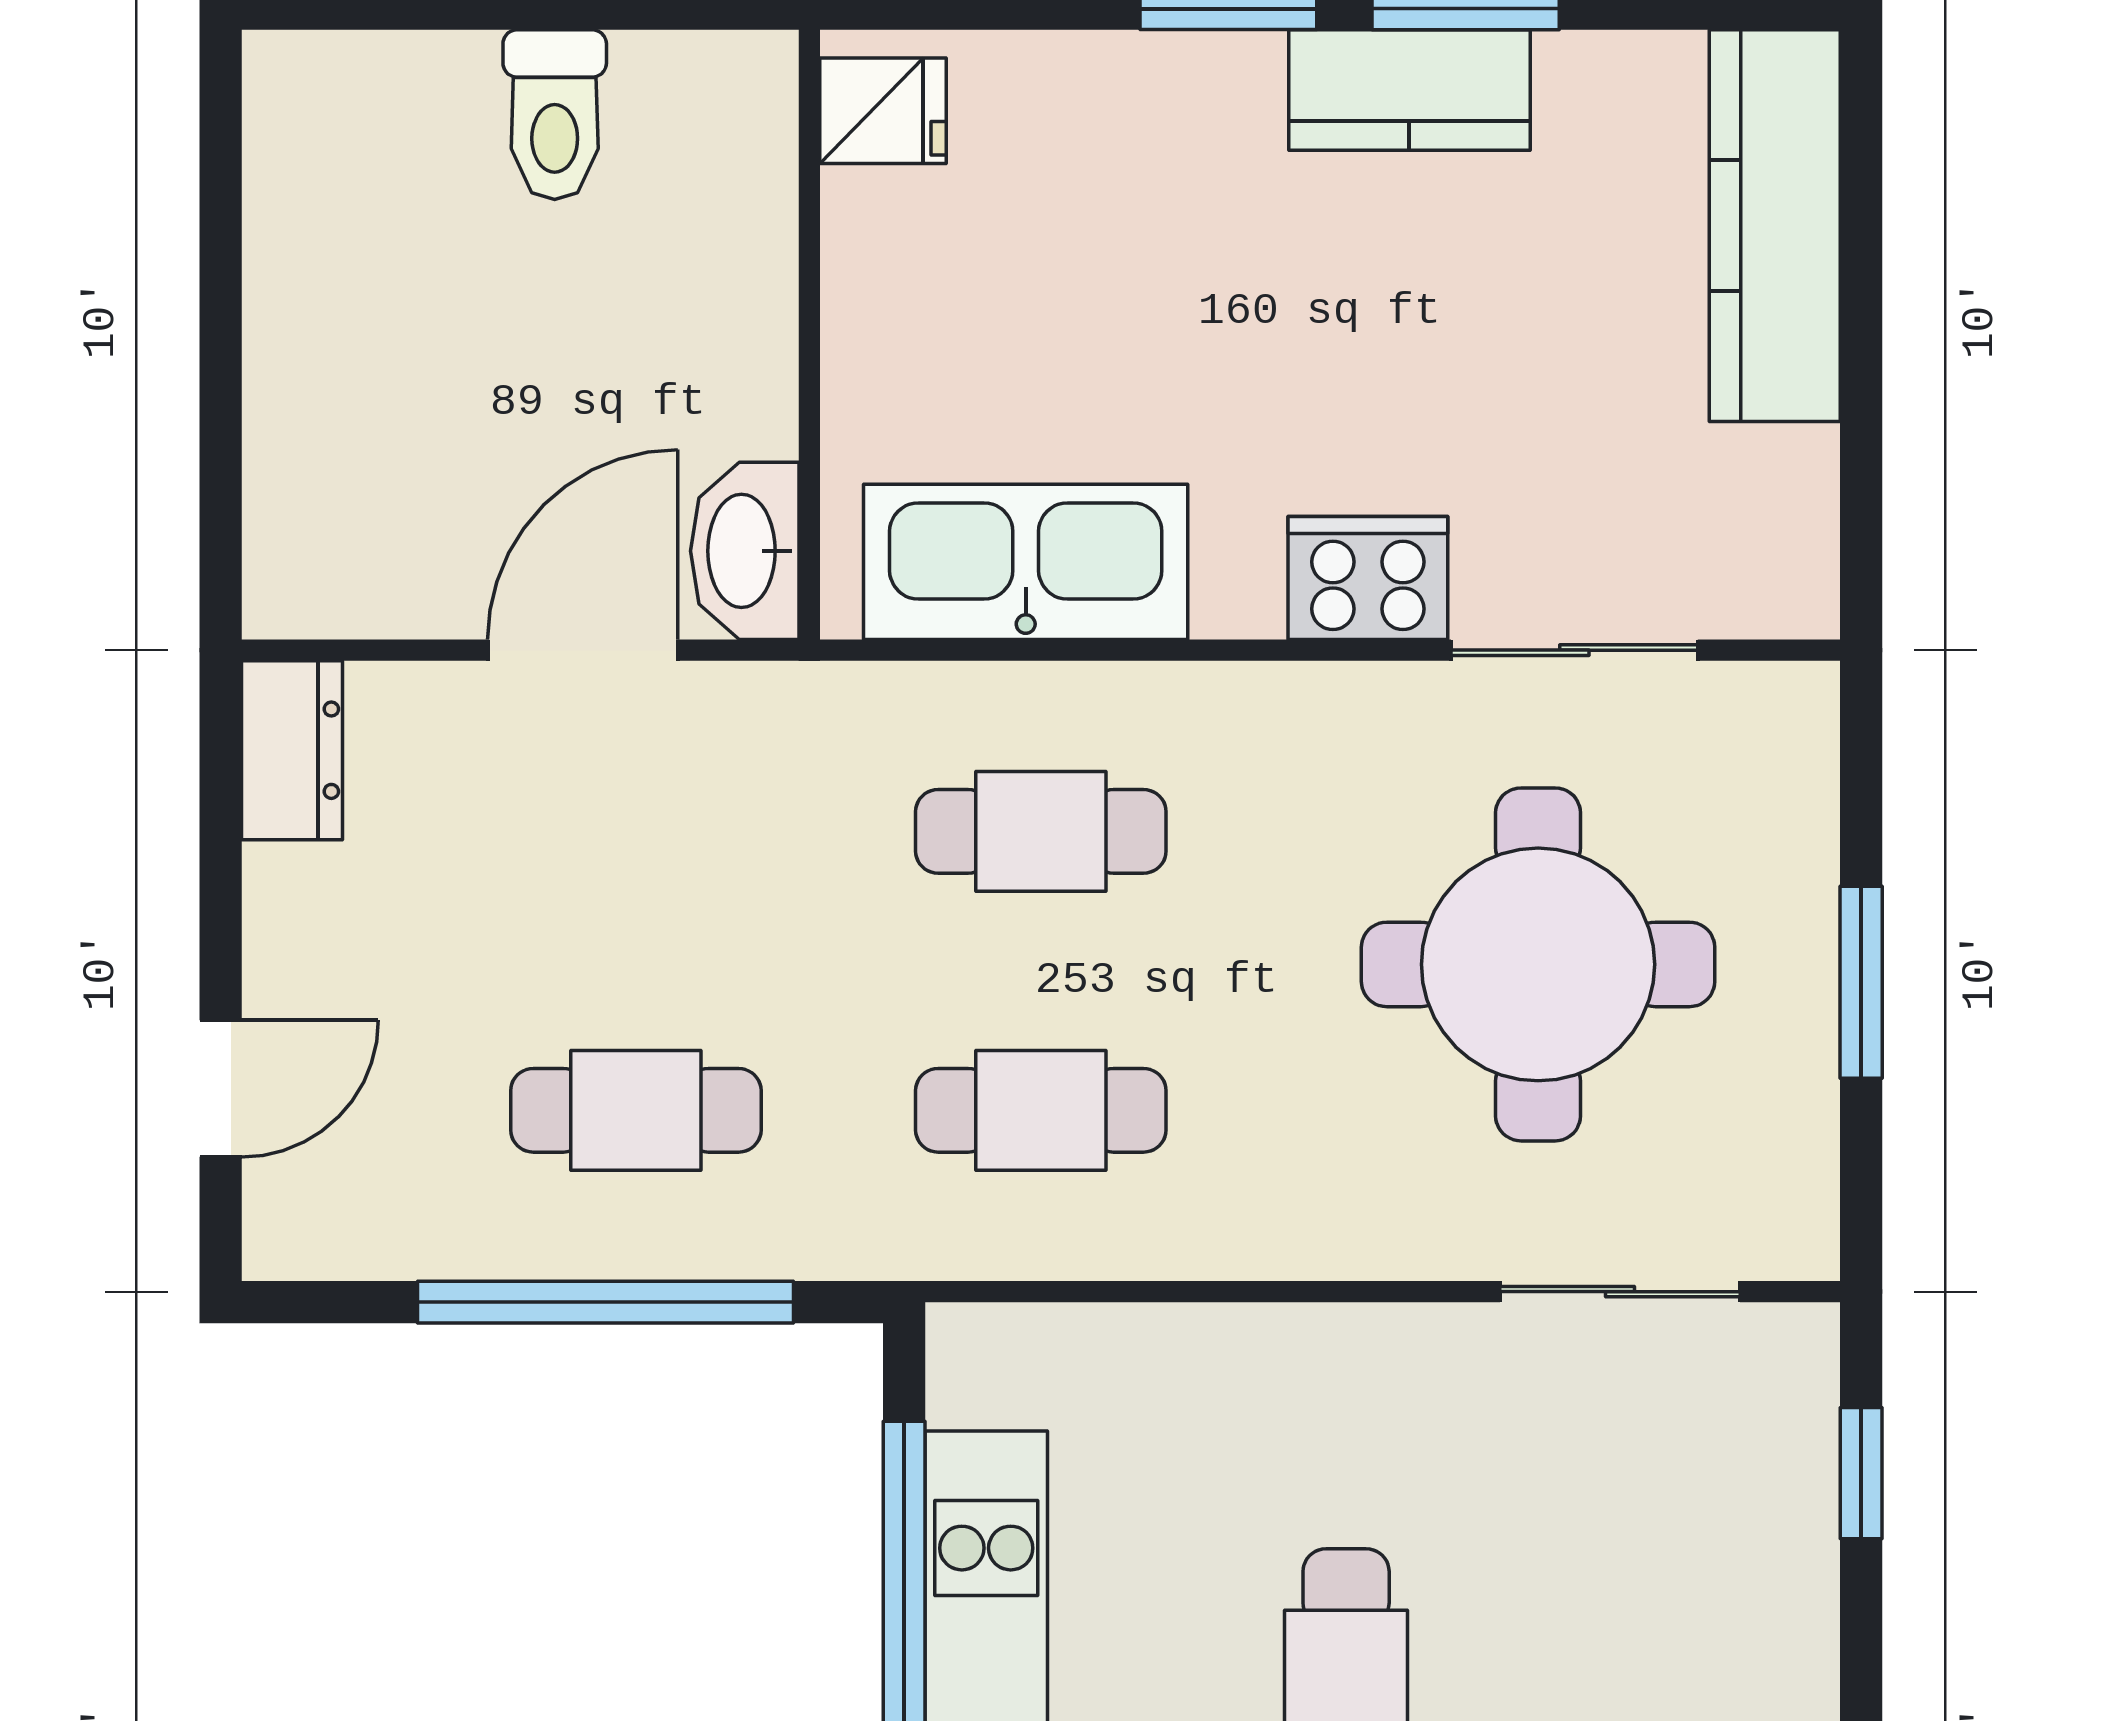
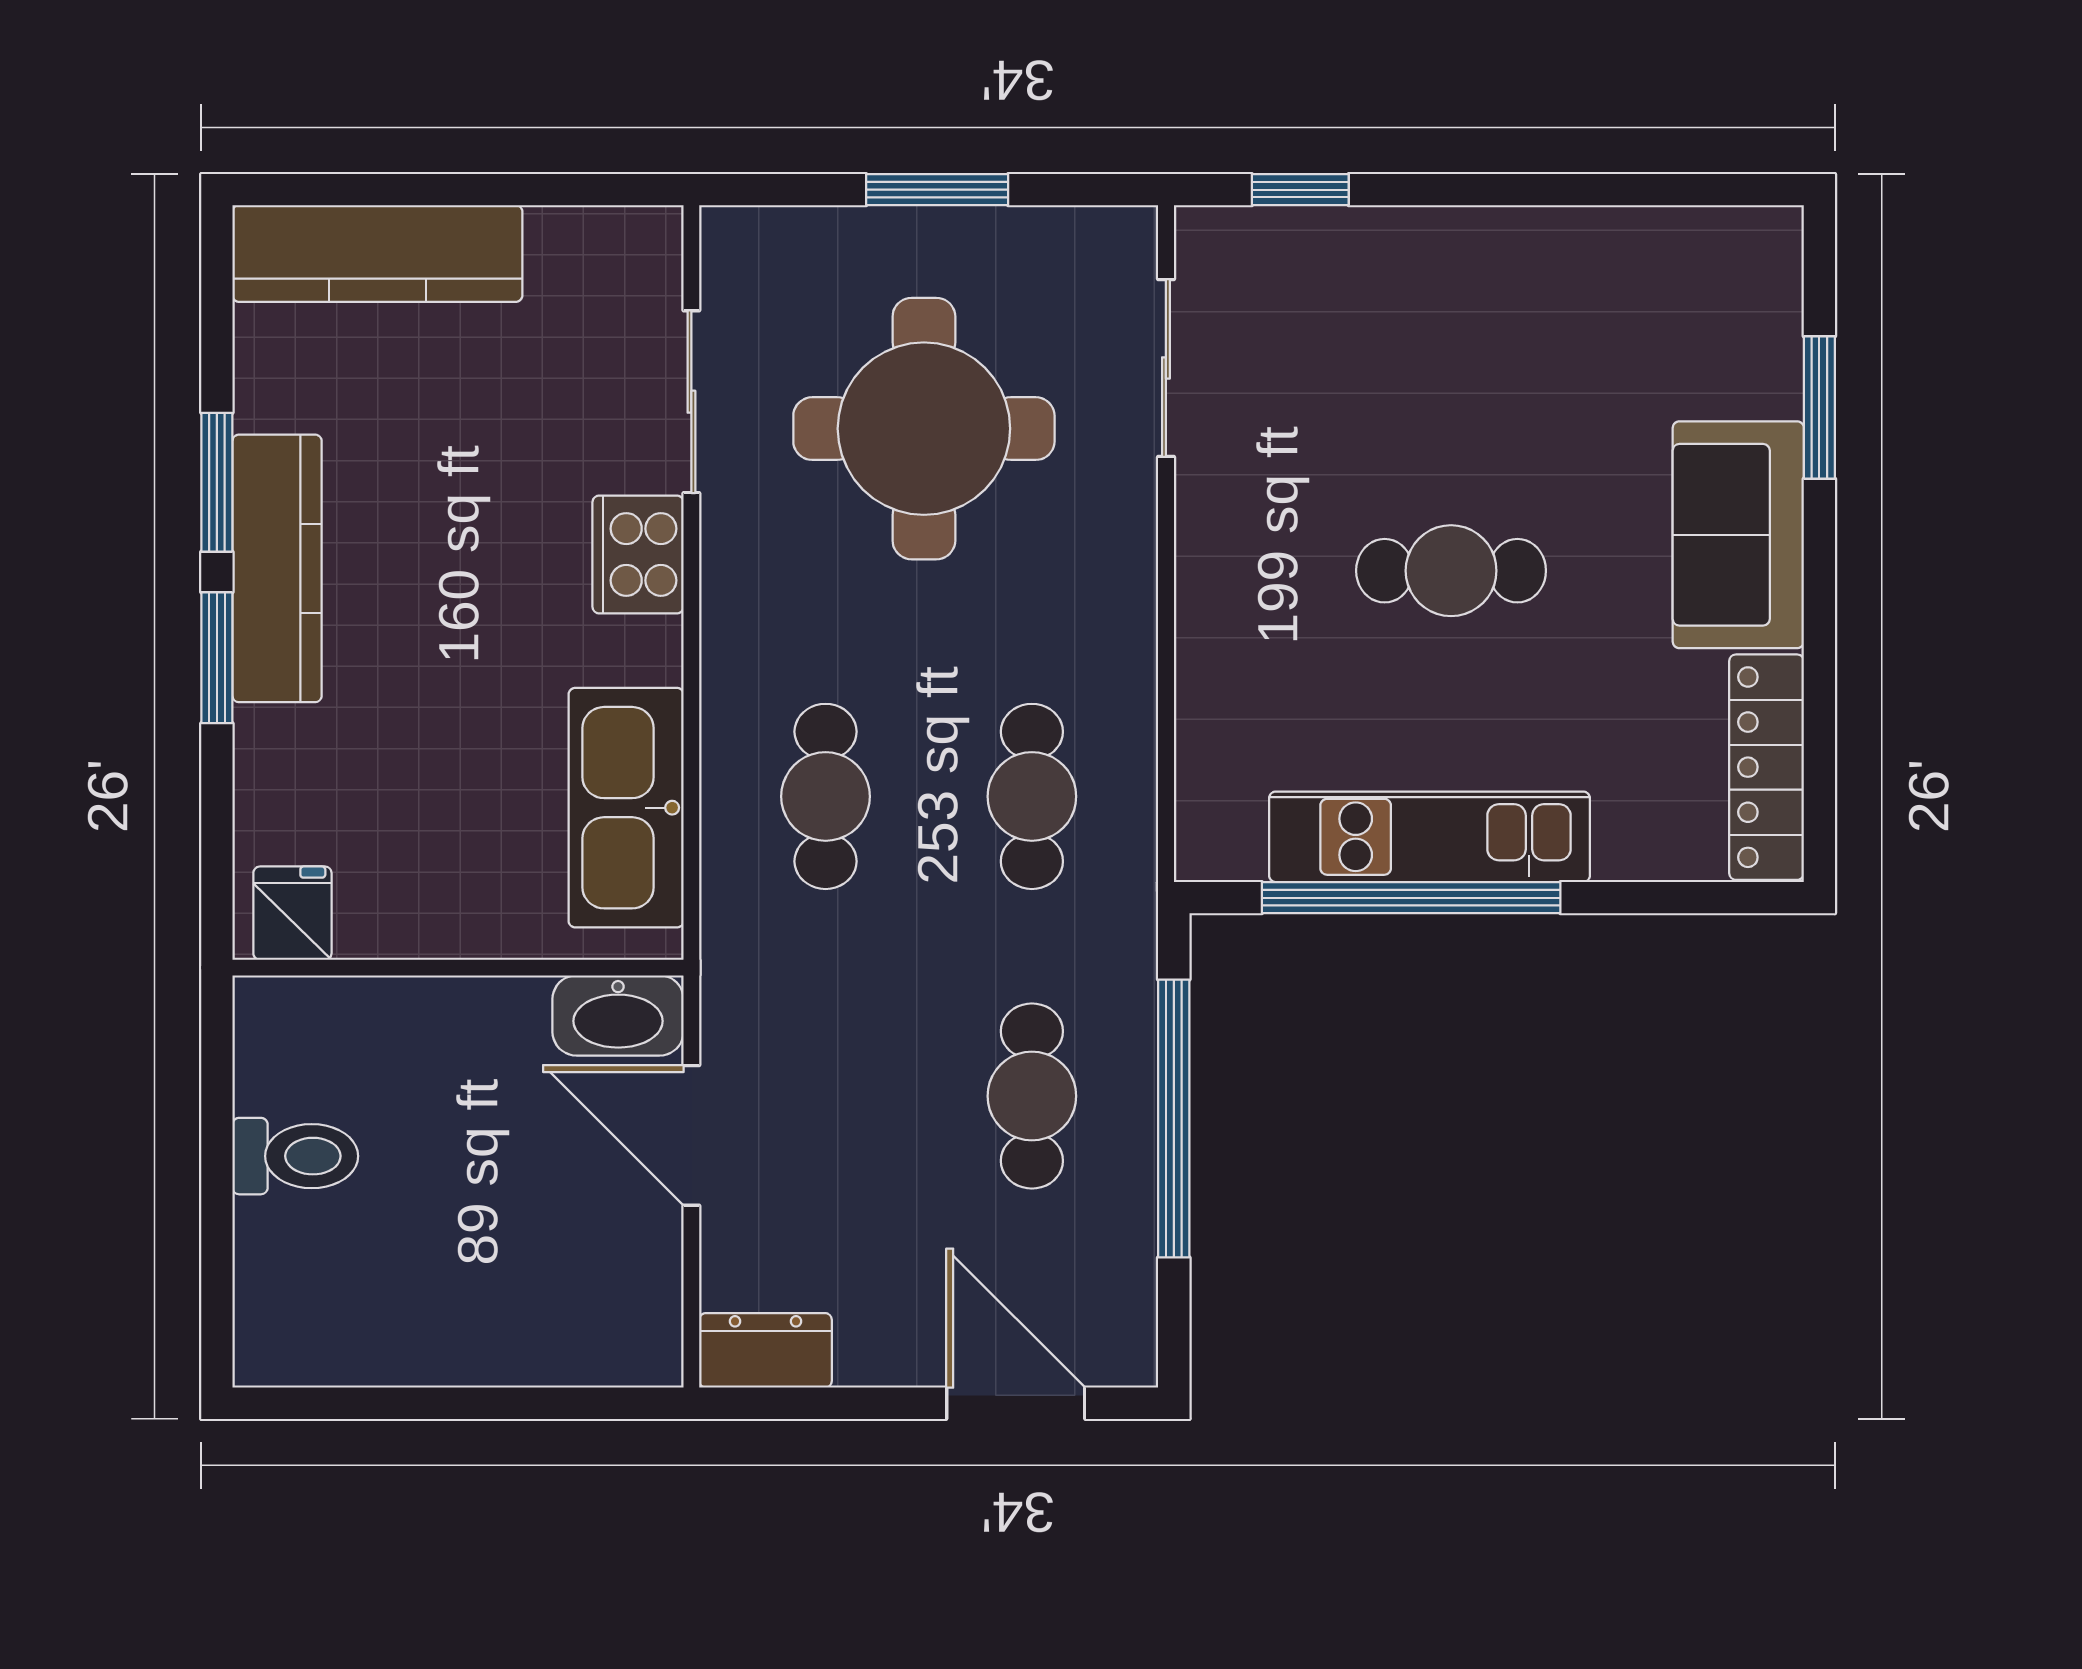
kitchen counter: (1409, 90) -> (277, 568), width x1.50
door: (221, 1089) -> (1016, 1403), width x1.38

